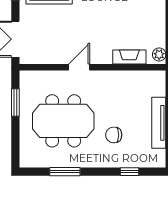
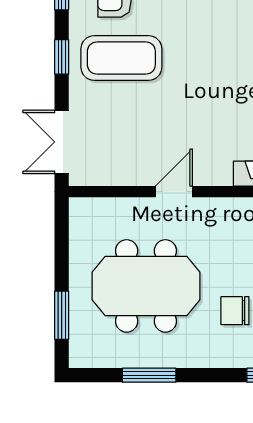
window: (15, 103) -> (62, 315), moved

